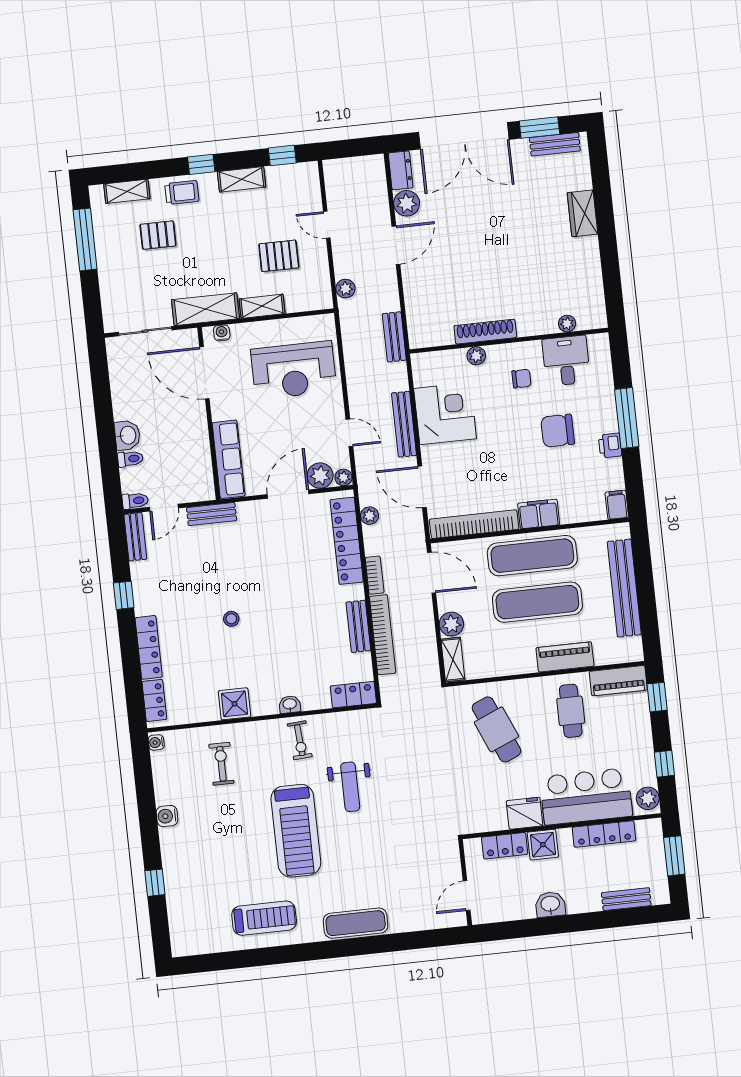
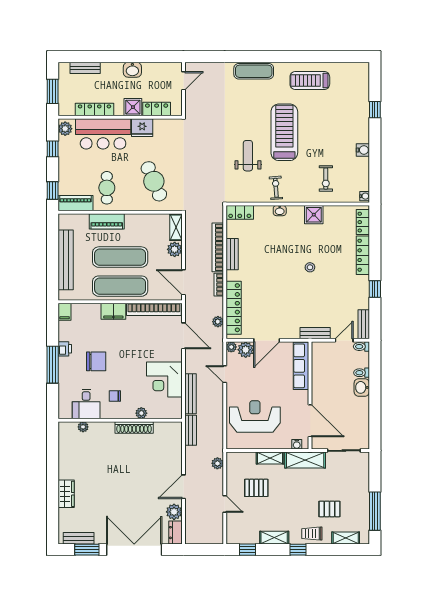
bench: (404, 424) -> (190, 394), moved

